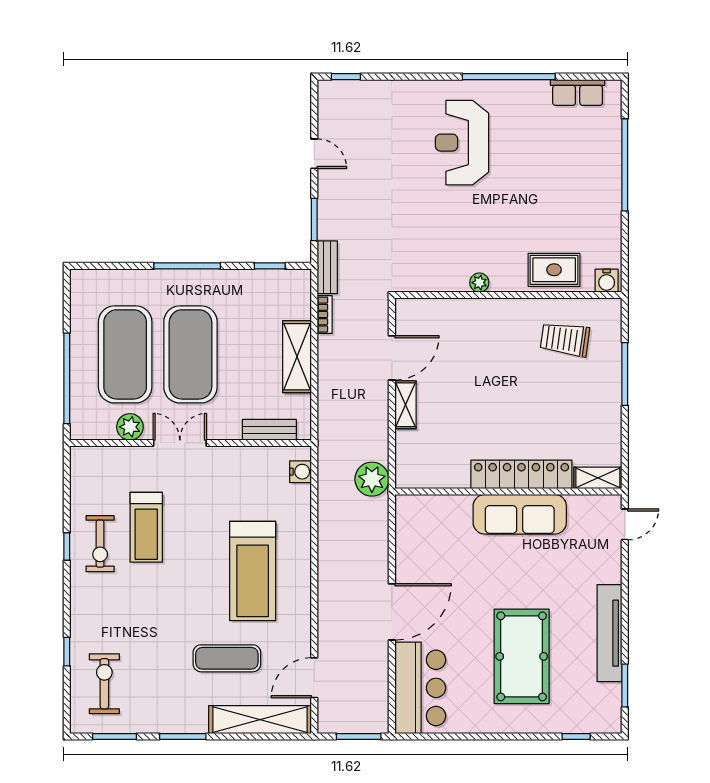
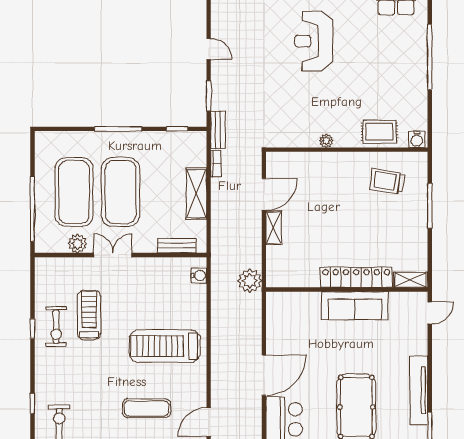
treadmill: (146, 527) -> (89, 315), turned 180
treadmill: (253, 571) -> (165, 346), turned 90

